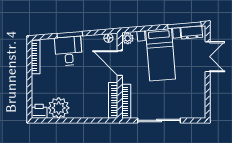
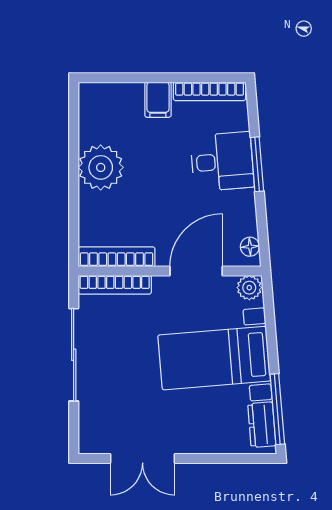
double door: (208, 57) -> (143, 458), moved
filing cabinet: (40, 81) -> (158, 100), added
plant: (59, 108) -> (101, 167), moved
printer: (39, 111) -> (93, 99), removed

